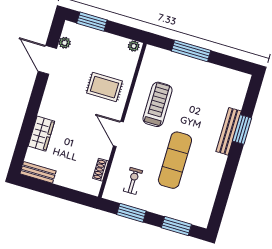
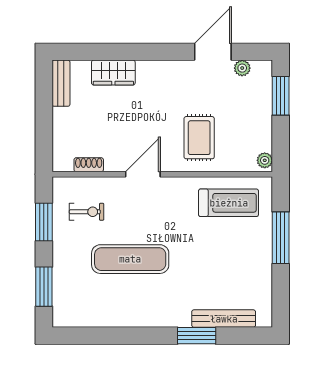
treadmill: (157, 104) -> (229, 203), moved
bench: (229, 131) -> (224, 319), moved

